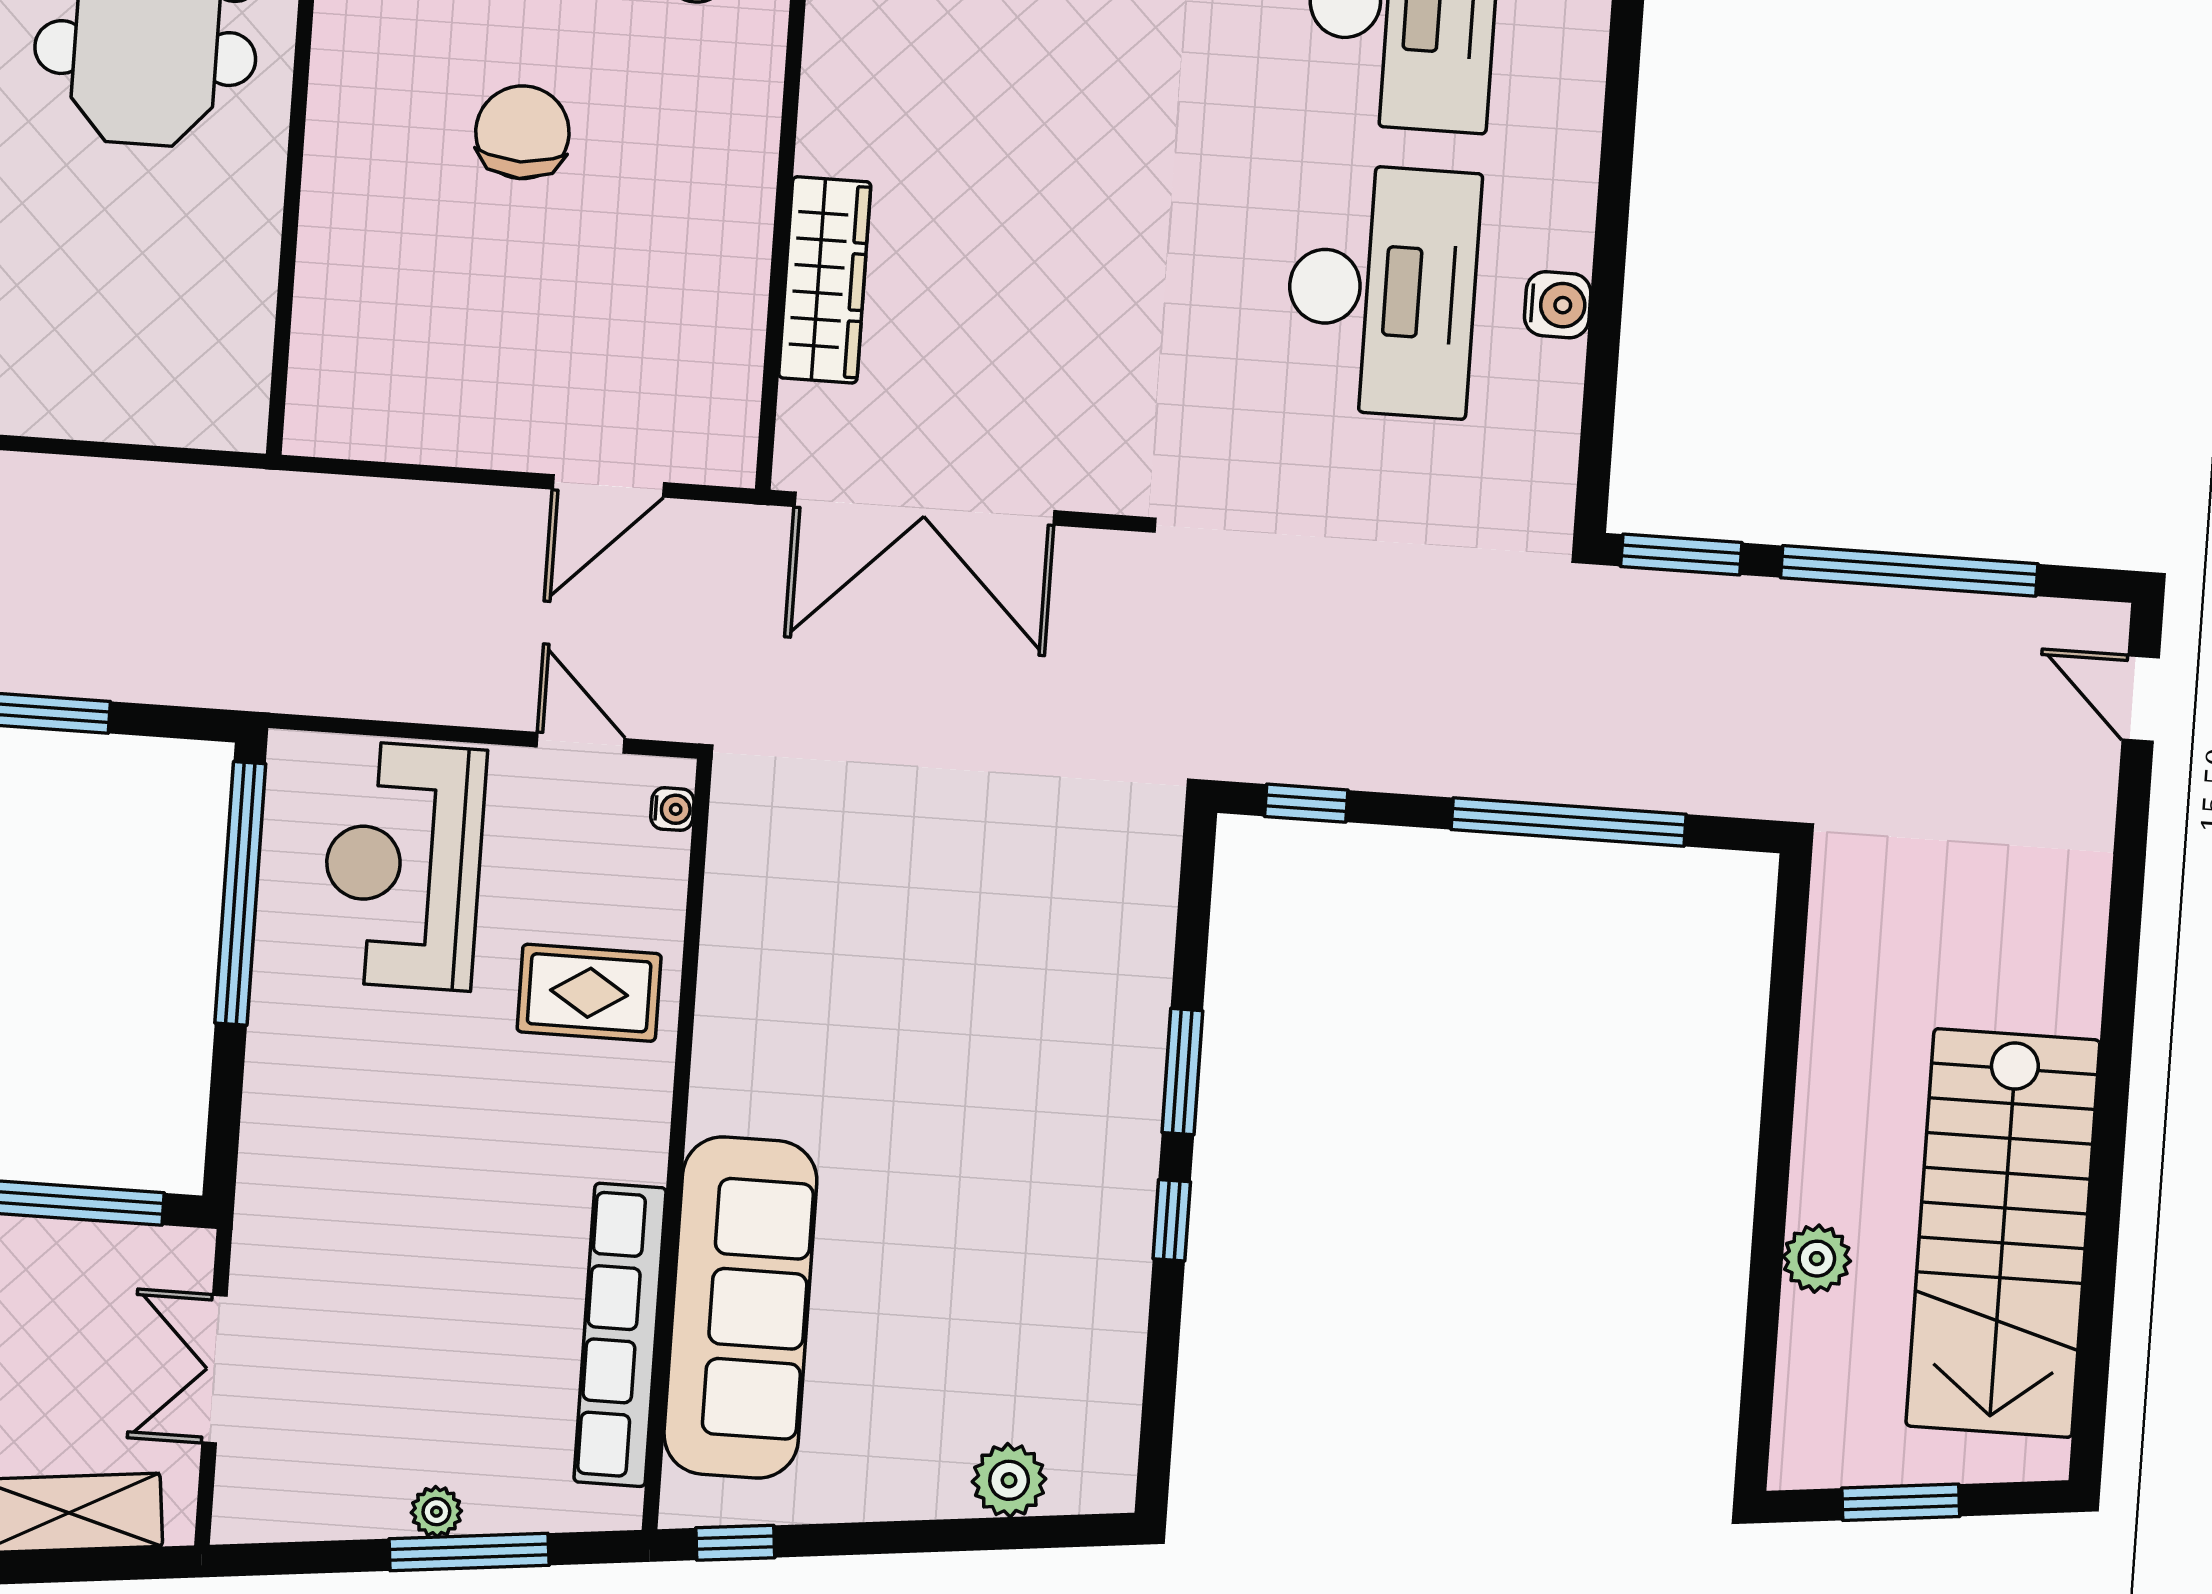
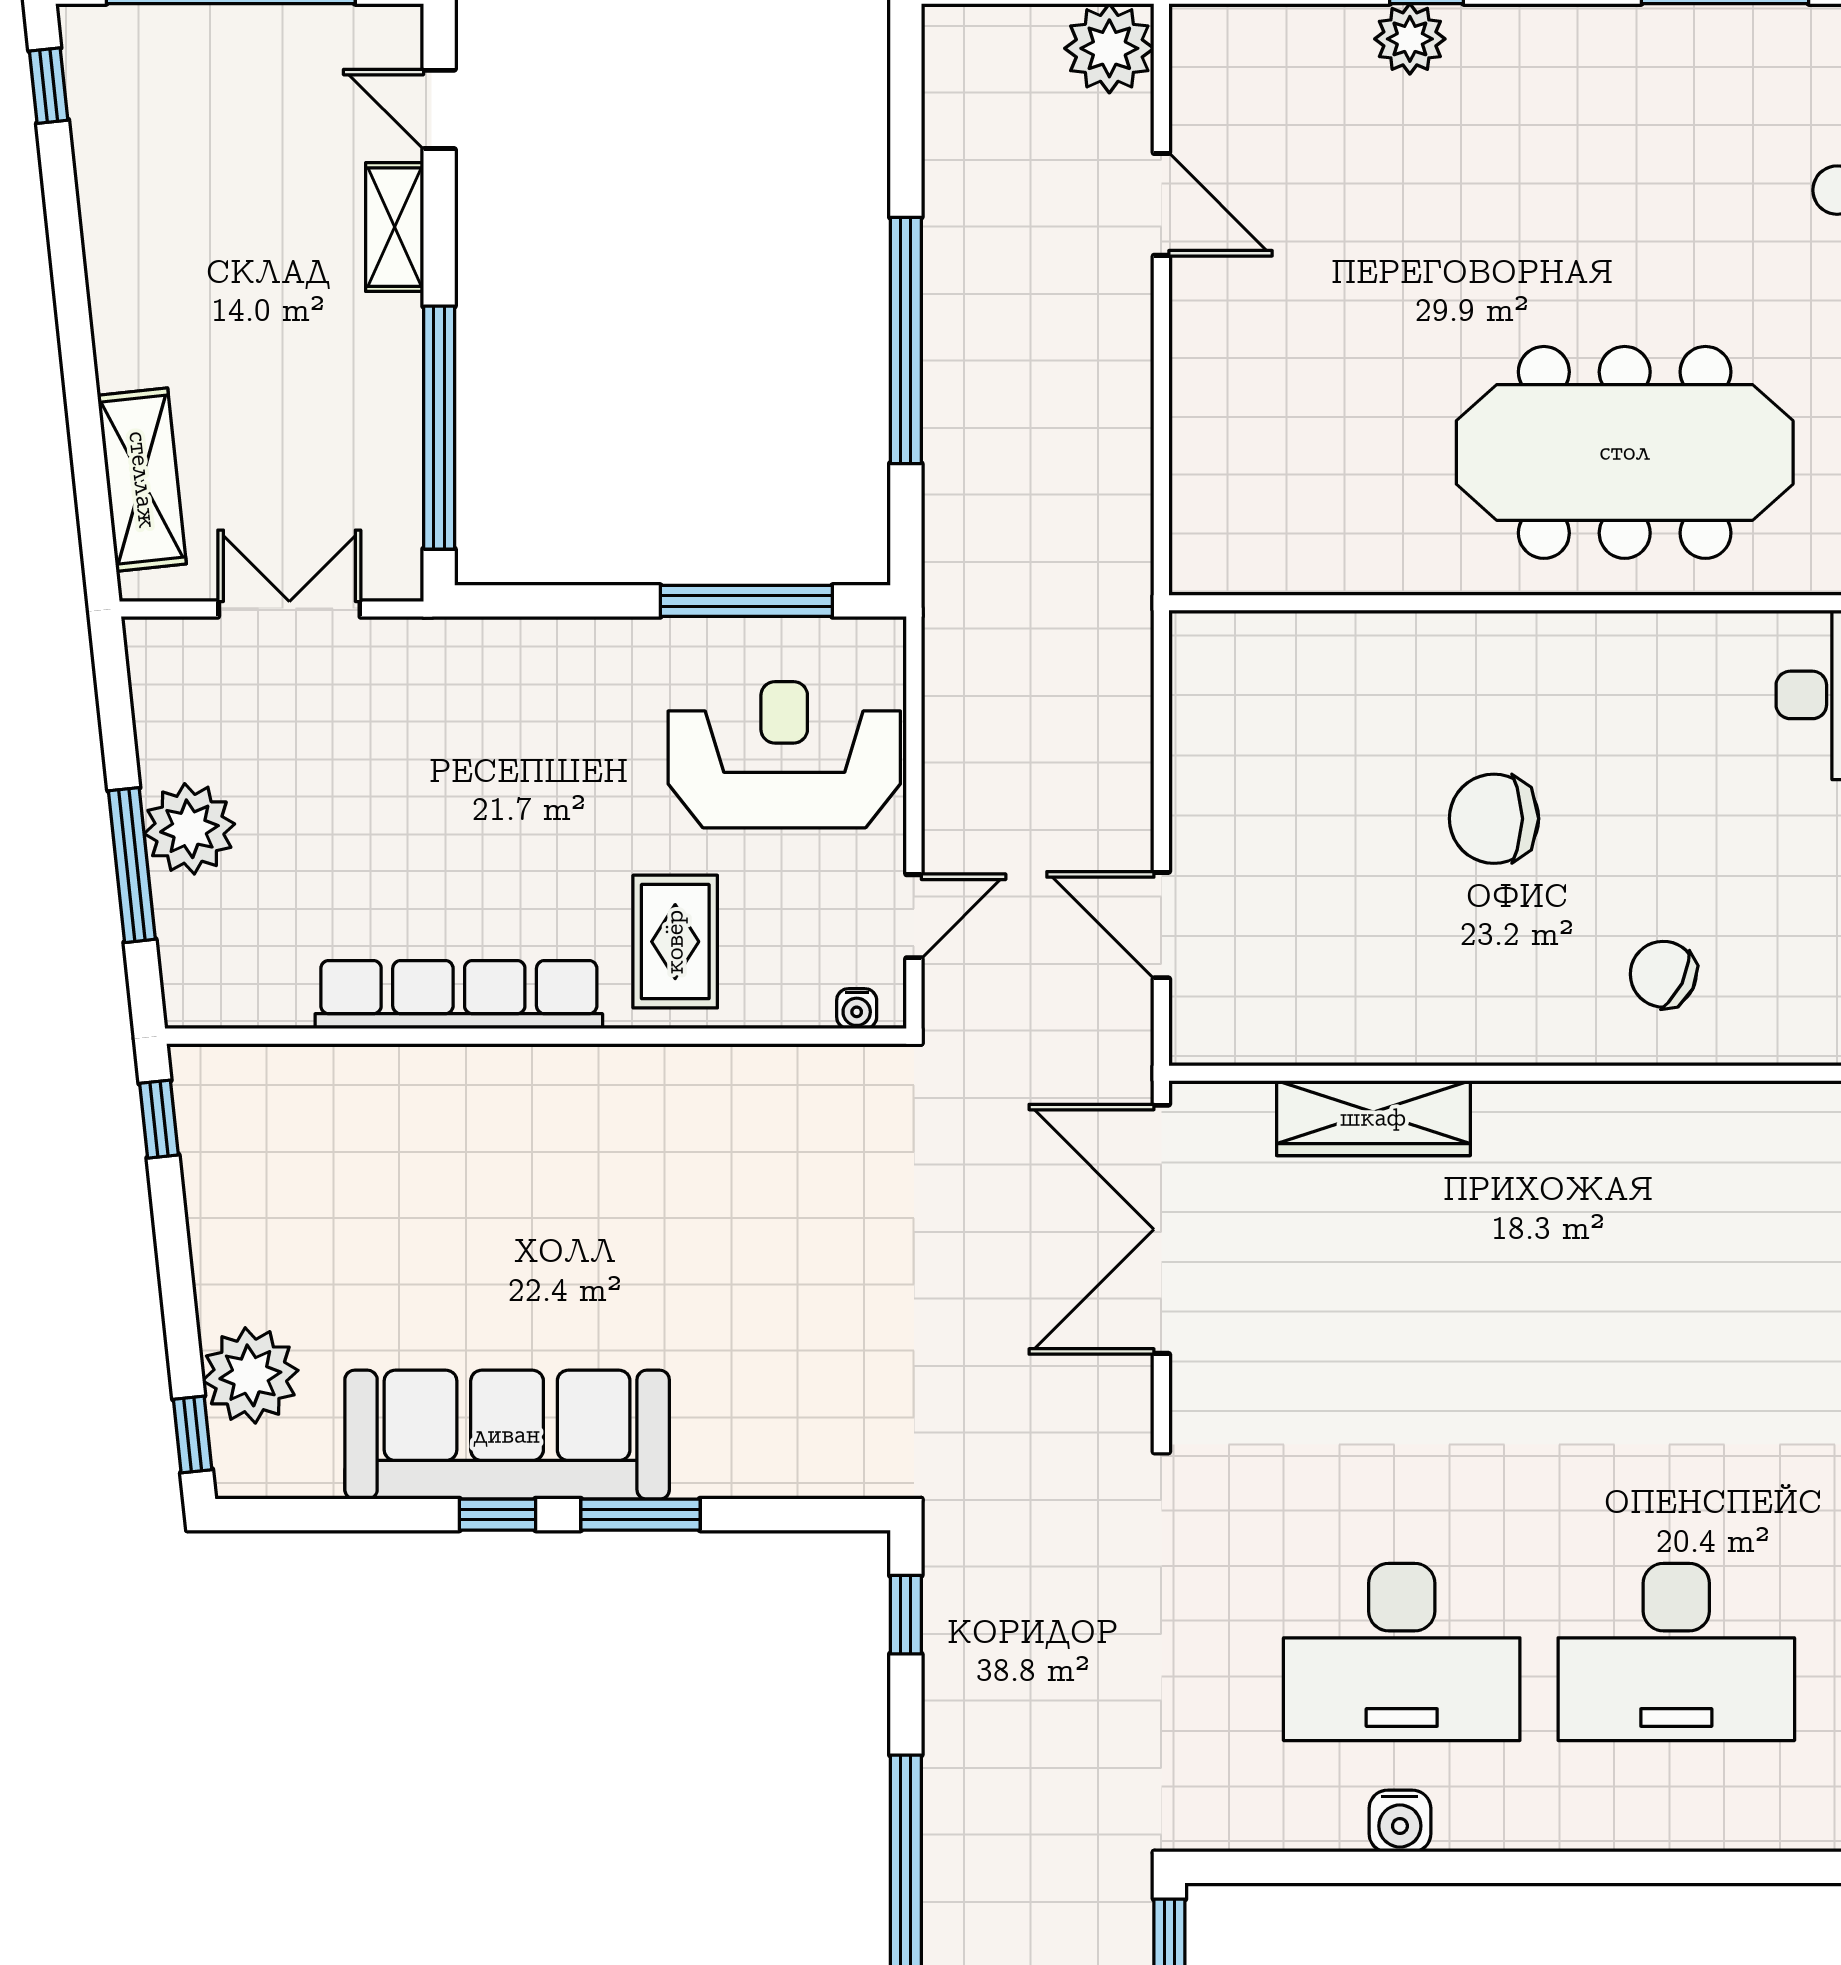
chair: (522, 132) -> (1494, 819), turned 180
window: (240, 893) -> (746, 601), width x0.68
sofa: (740, 1308) -> (507, 1435), moved, turned 180
row of seats: (620, 1335) -> (459, 995), moved
plant: (1009, 1480) -> (250, 1375), width x1.36, depth x1.36
plant: (436, 1512) -> (189, 829), width x1.87, depth x1.87
window: (1066, 1531) -> (193, 1434), added

